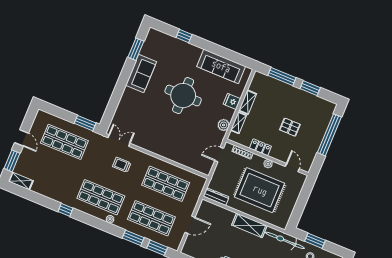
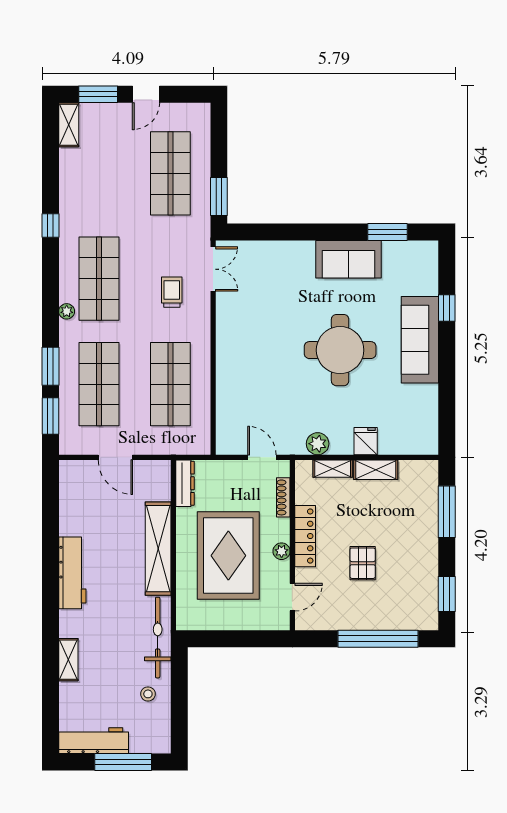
sofa: (221, 66) -> (420, 340), moved
window: (310, 88) -> (447, 594), moved
locker: (260, 147) -> (305, 536), width x1.53
shelving: (249, 225) -> (158, 549), width x1.47
window: (315, 241) -> (179, 691), removed

